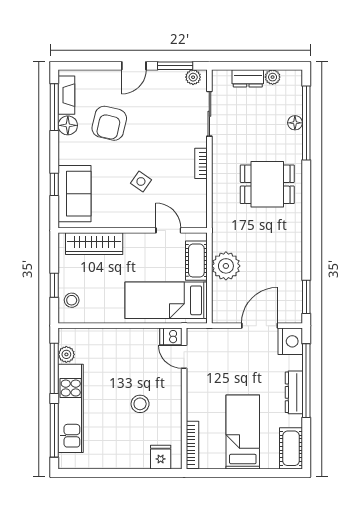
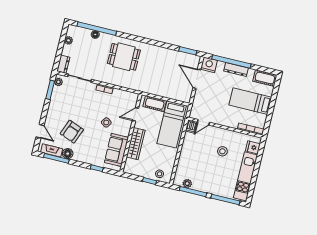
door: (134, 66) -> (40, 131), moved
dresser: (248, 78) -> (63, 64), moved
armchair: (109, 123) -> (72, 132), turned 98
dining table: (267, 184) -> (124, 57), turned 90
sofa: (75, 194) -> (116, 150), moved, turned -90
wardrobe: (94, 244) -> (136, 144), moved
plant: (226, 266) -> (161, 89), removed
kitchen unit: (71, 408) -> (246, 176), moved, turned -90

